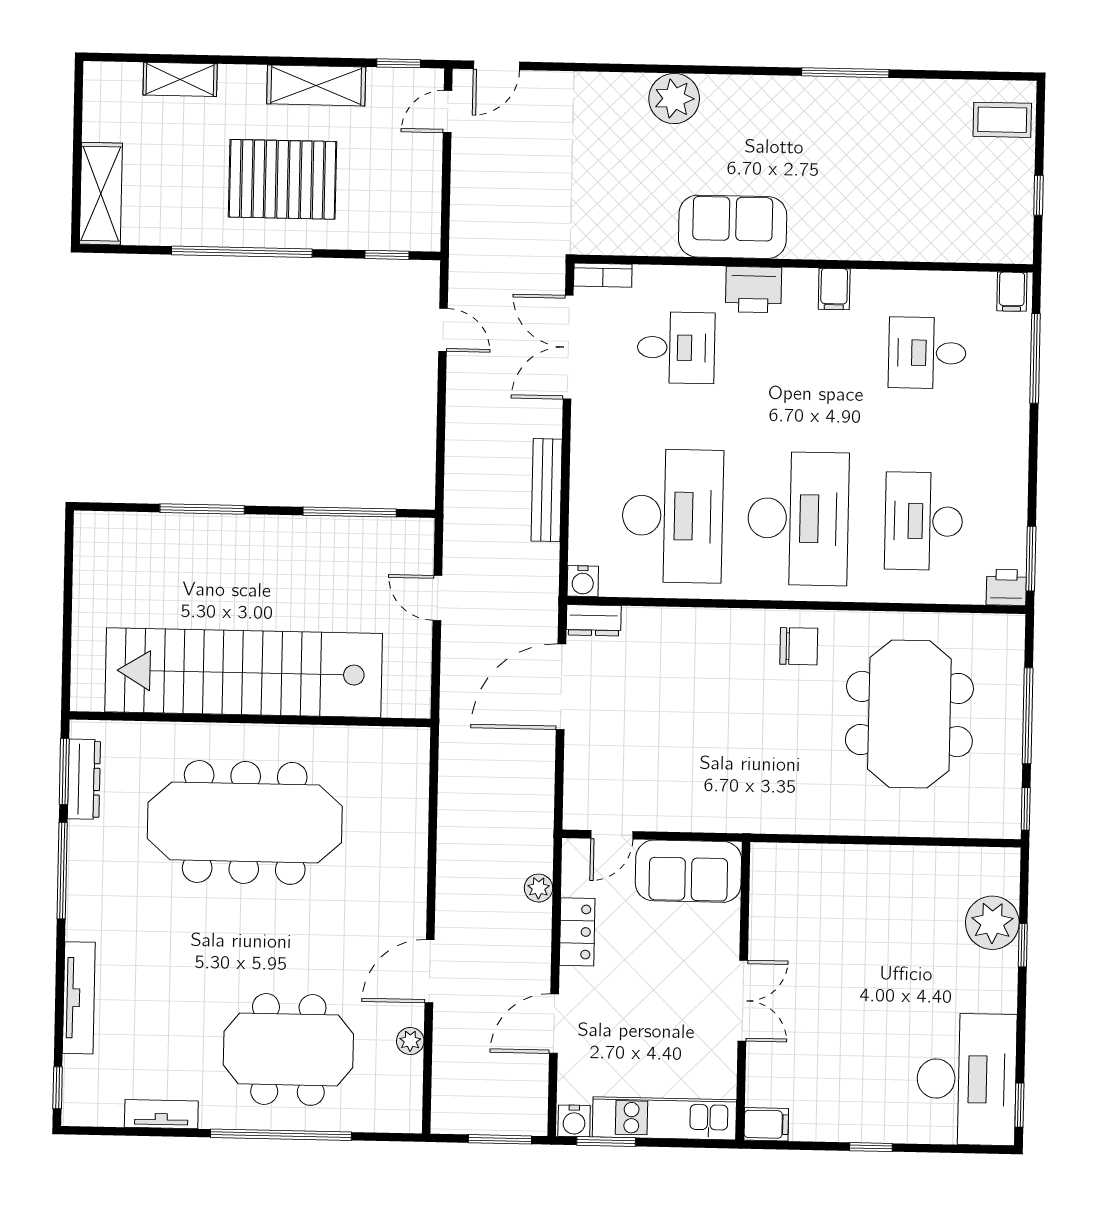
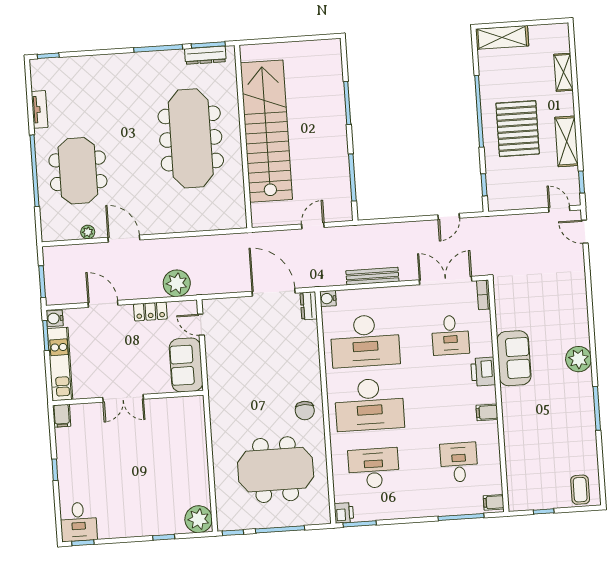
plant: (674, 99) -> (579, 359), moved
plant: (539, 888) -> (177, 283), width x1.88, depth x1.88
plant: (992, 923) -> (199, 519), moved
tv unit: (79, 998) -> (95, 62), removed
desk: (967, 1079) -> (78, 522), width x0.53, depth x0.77

